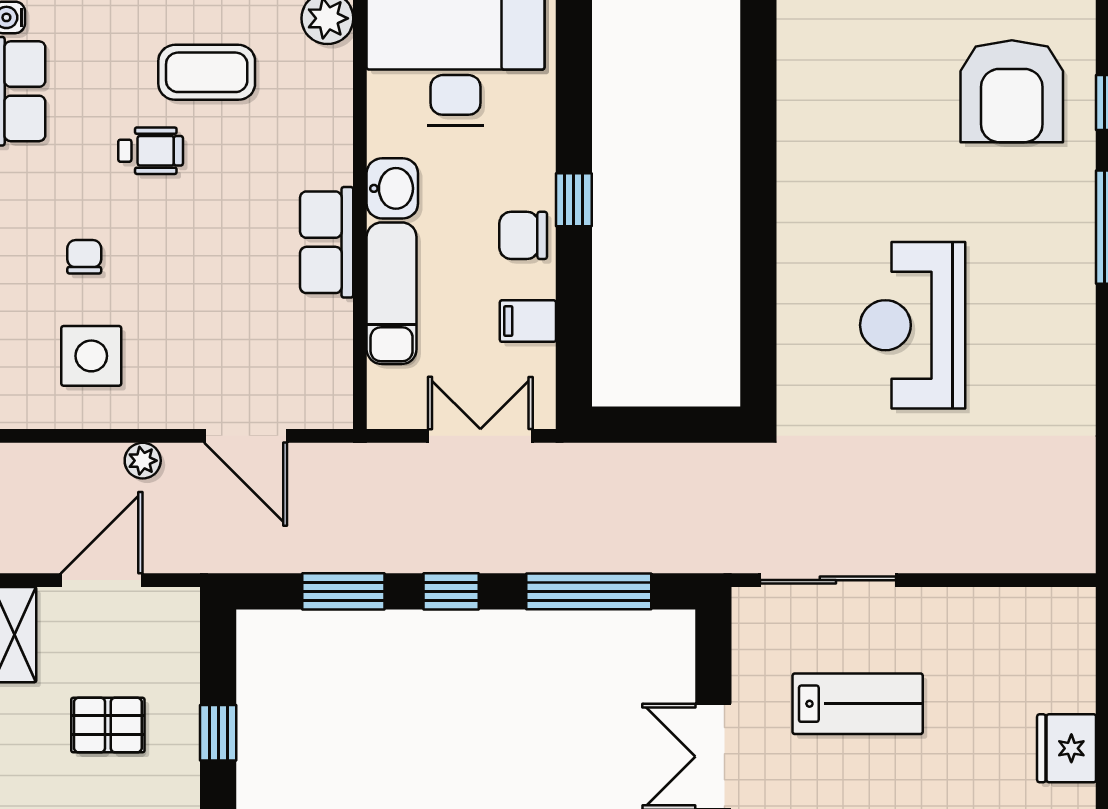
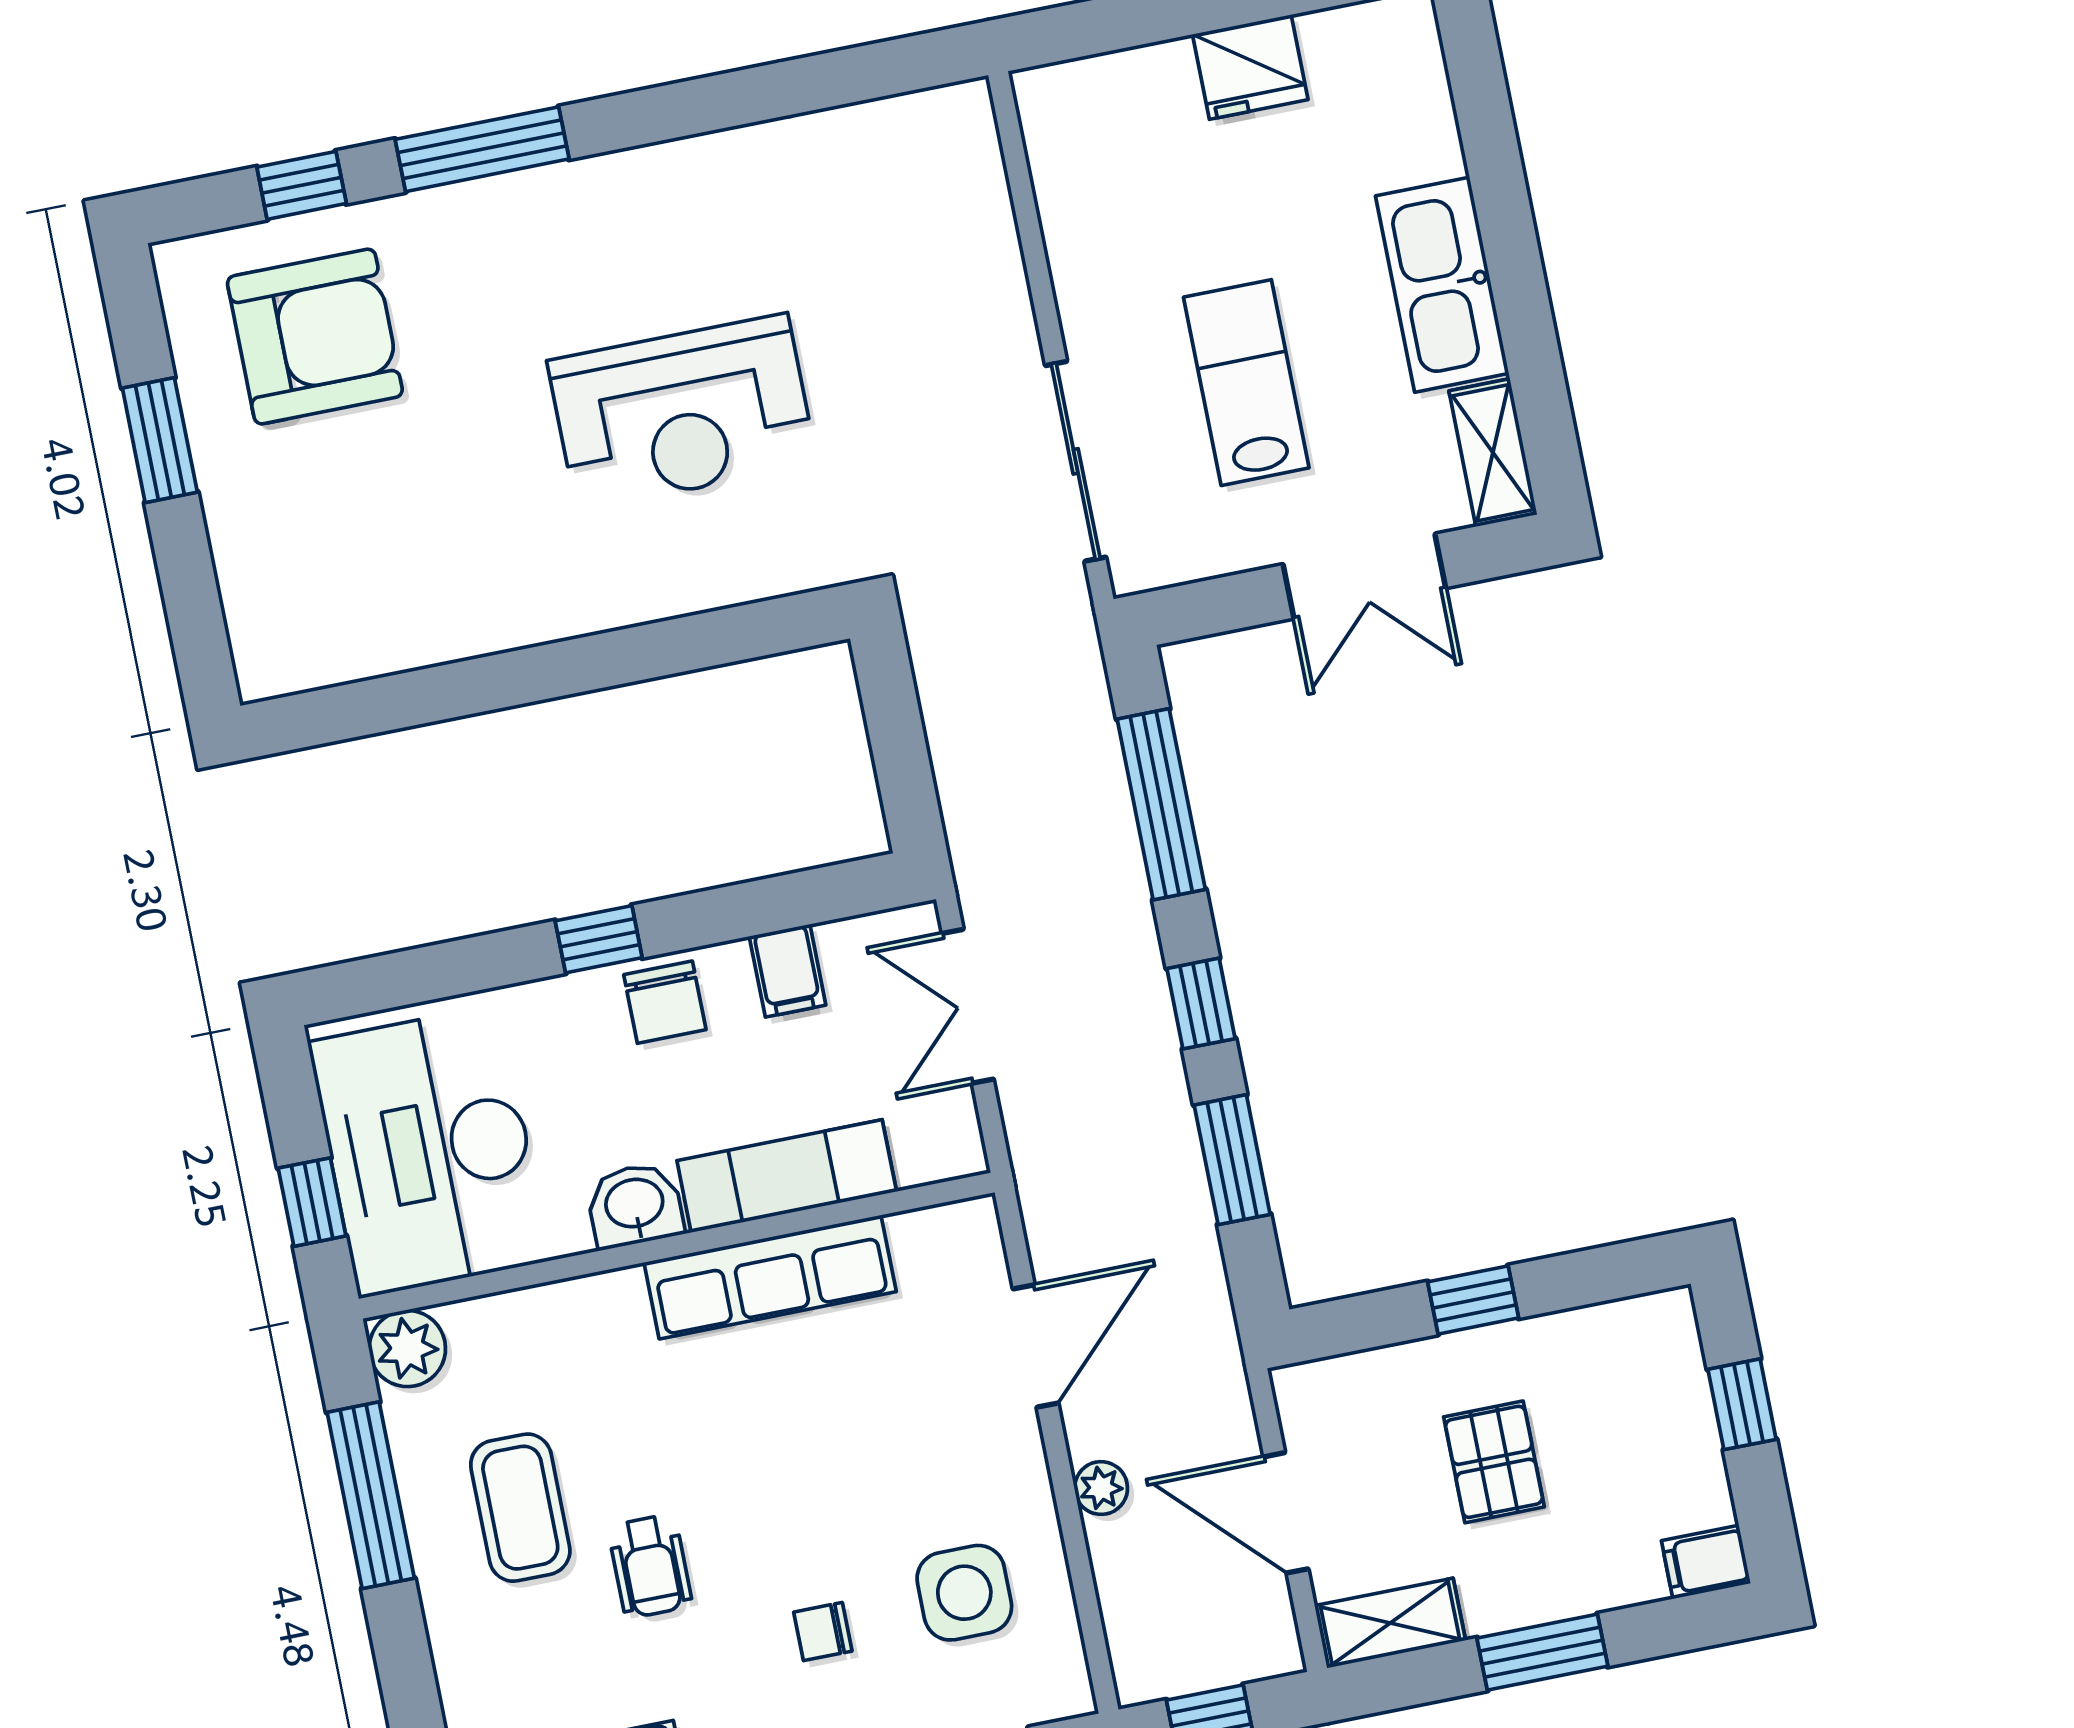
wheelchair: (151, 151) -> (650, 1566), turned 180
row of seats: (327, 242) -> (770, 1277), width x1.48

